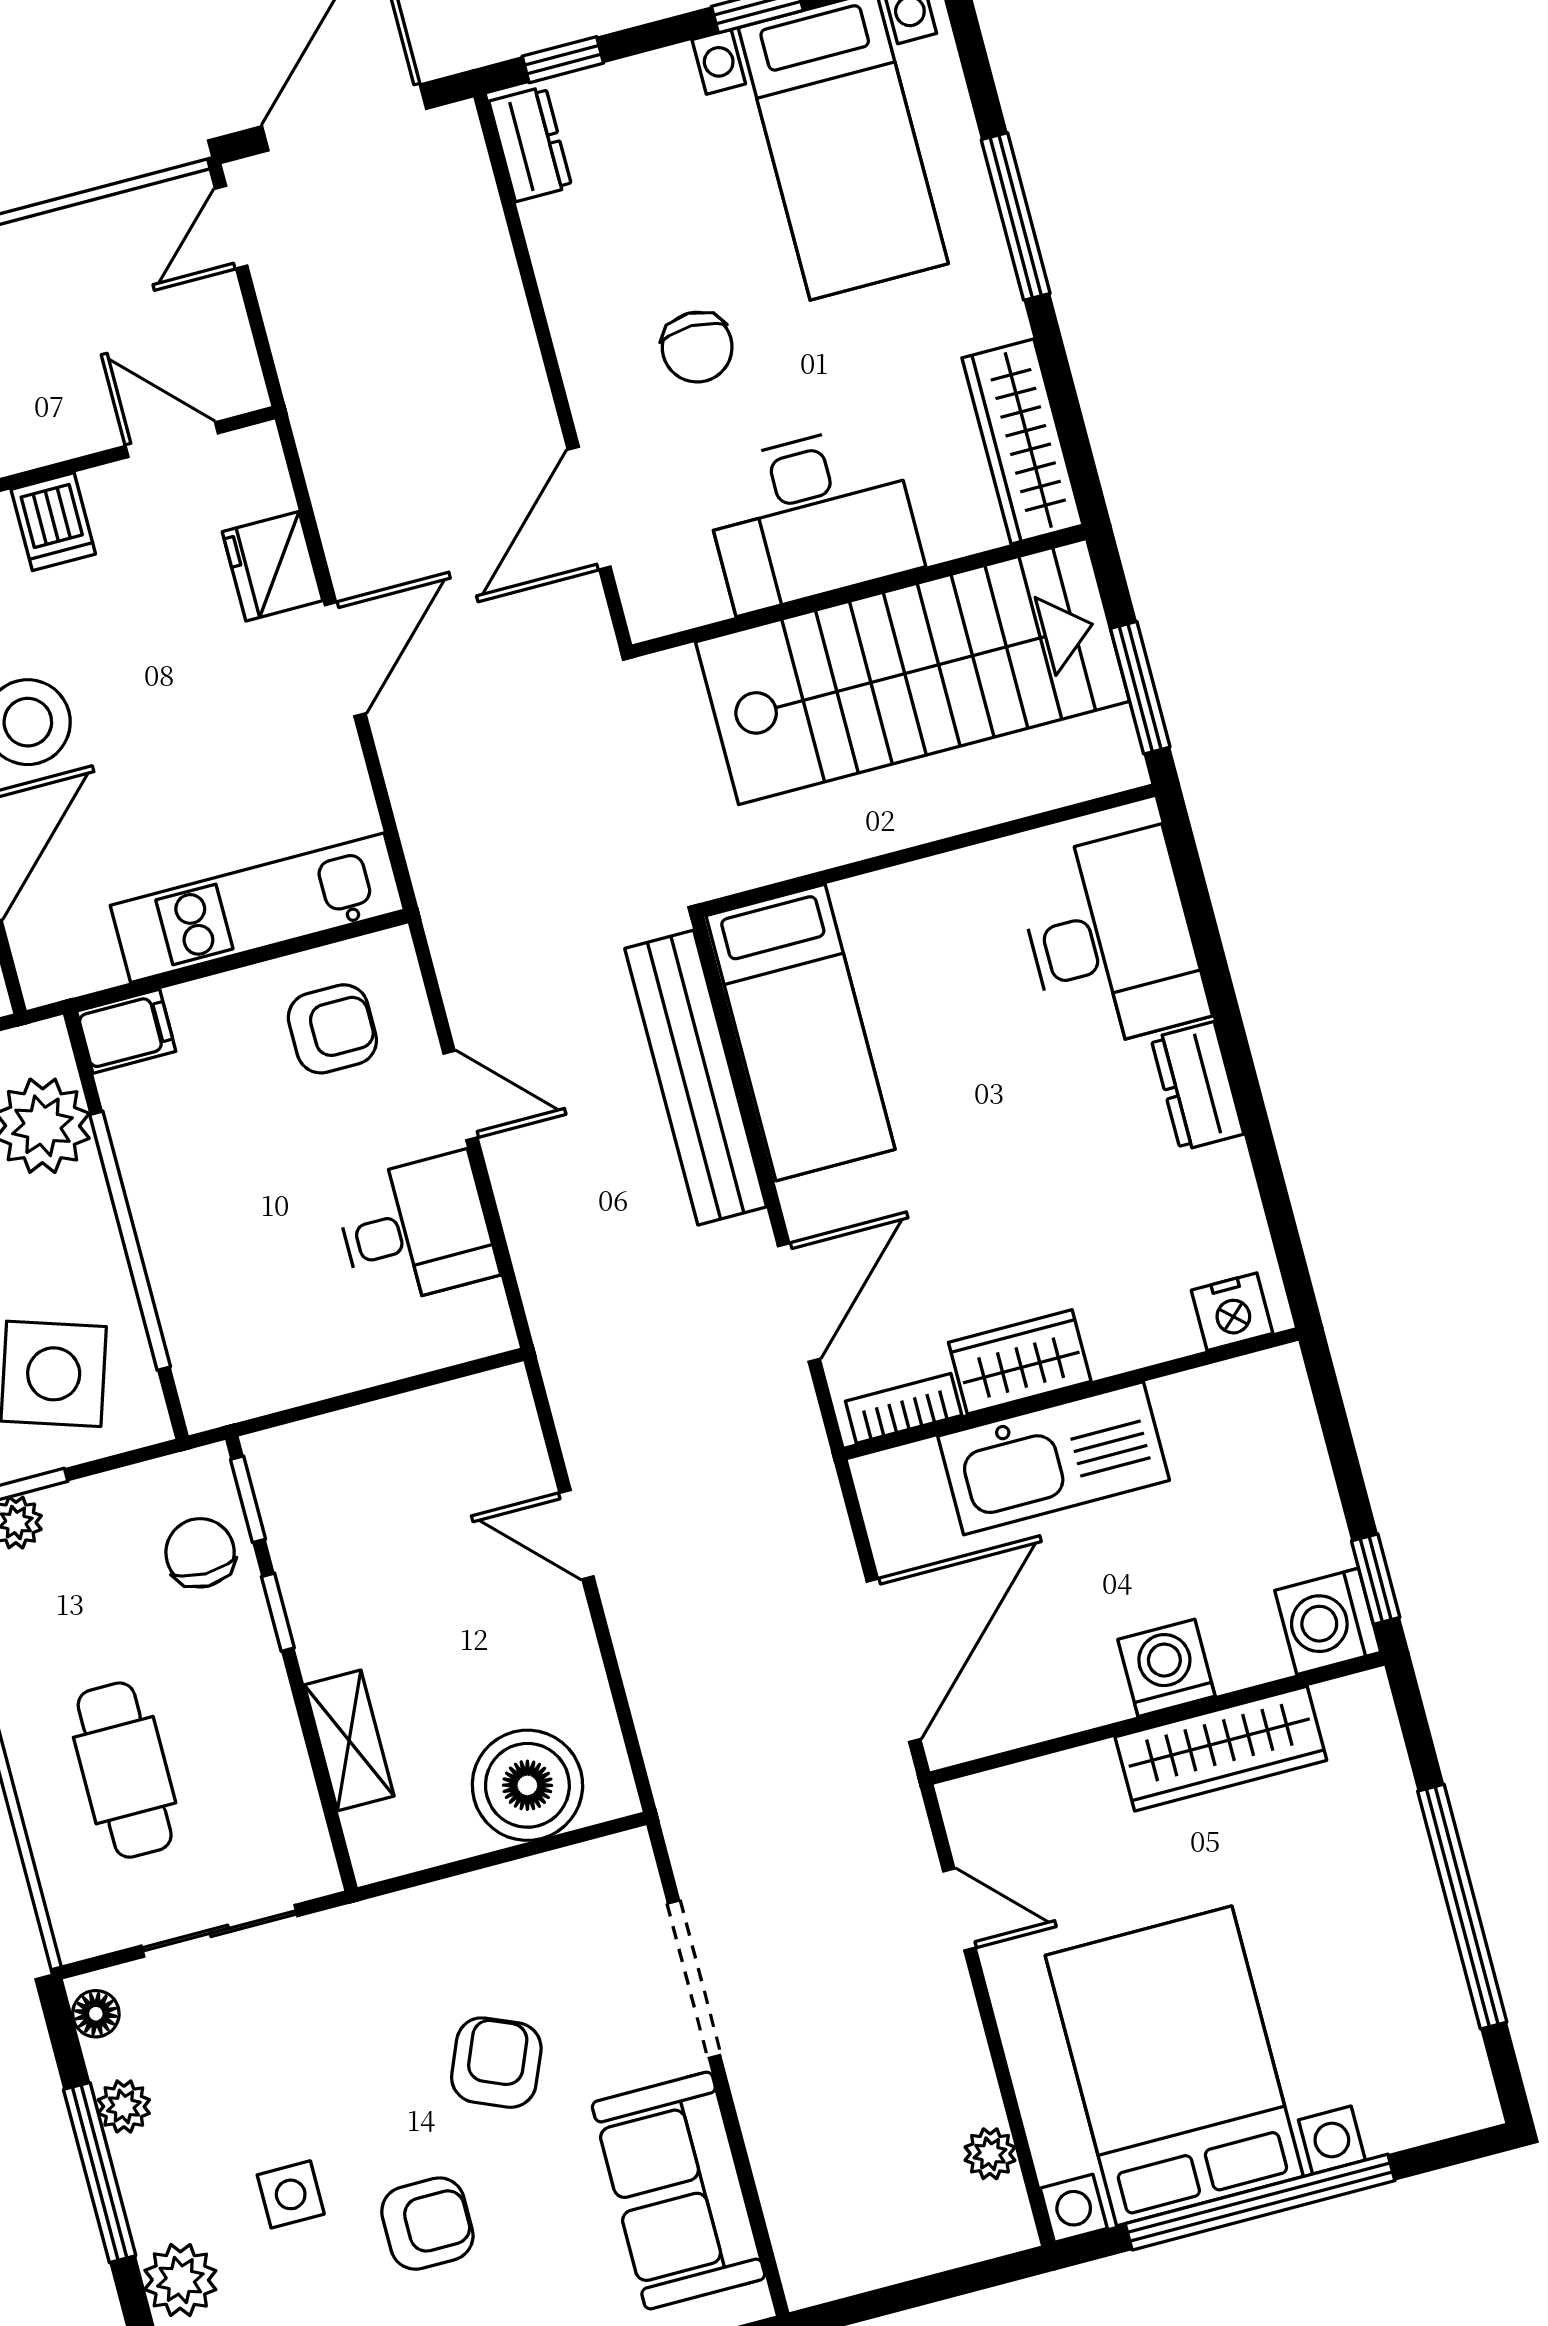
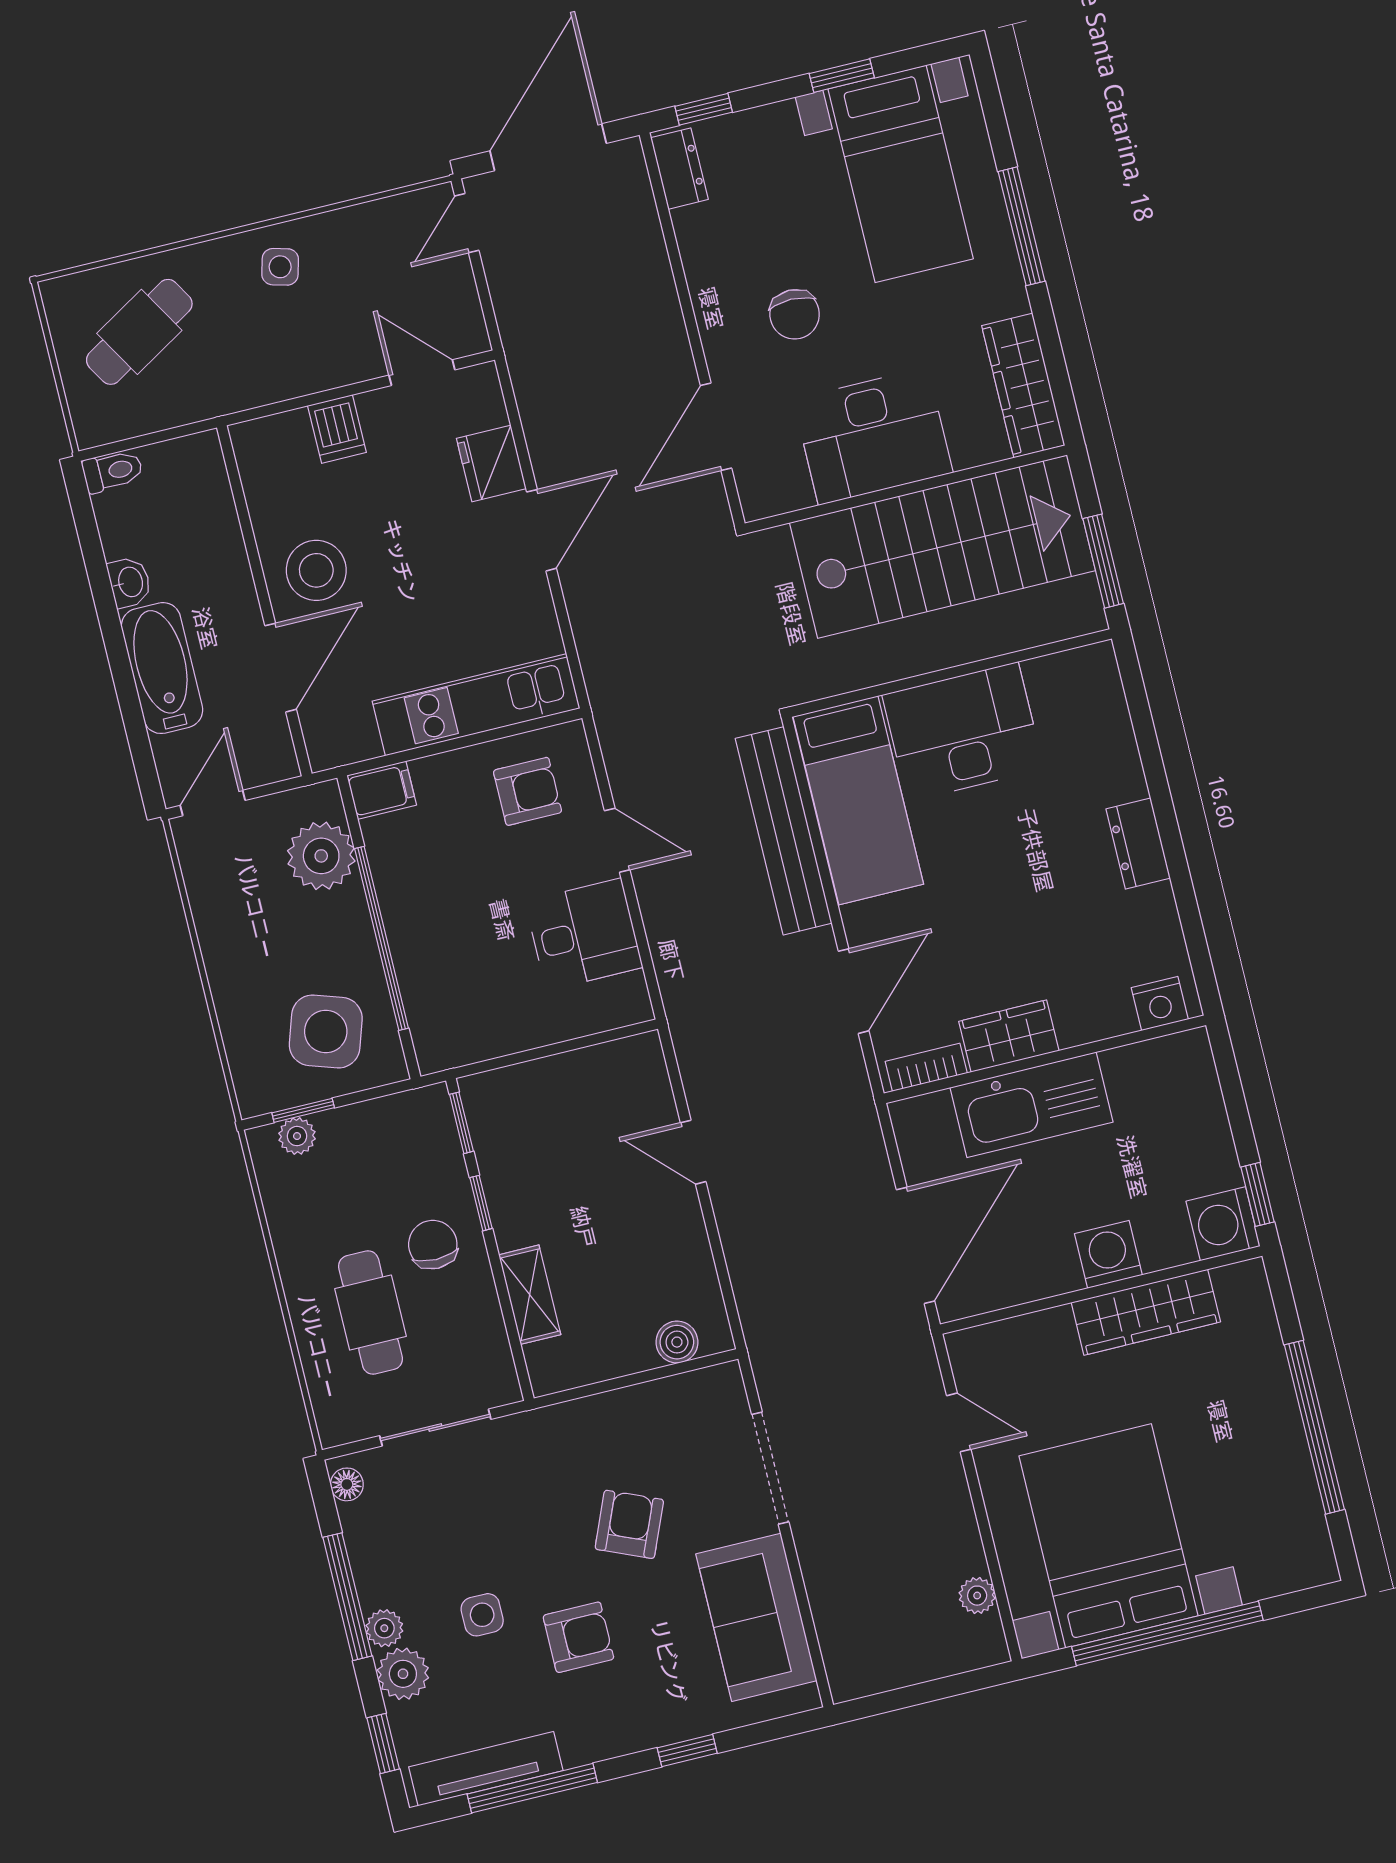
desk: (1112, 940) -> (963, 732), moved, turned -90
chair: (200, 1553) -> (433, 1245), moved
boiler: (527, 1785) -> (677, 1342), width x0.54, depth x0.54
plant: (124, 2106) -> (384, 1628), moved

